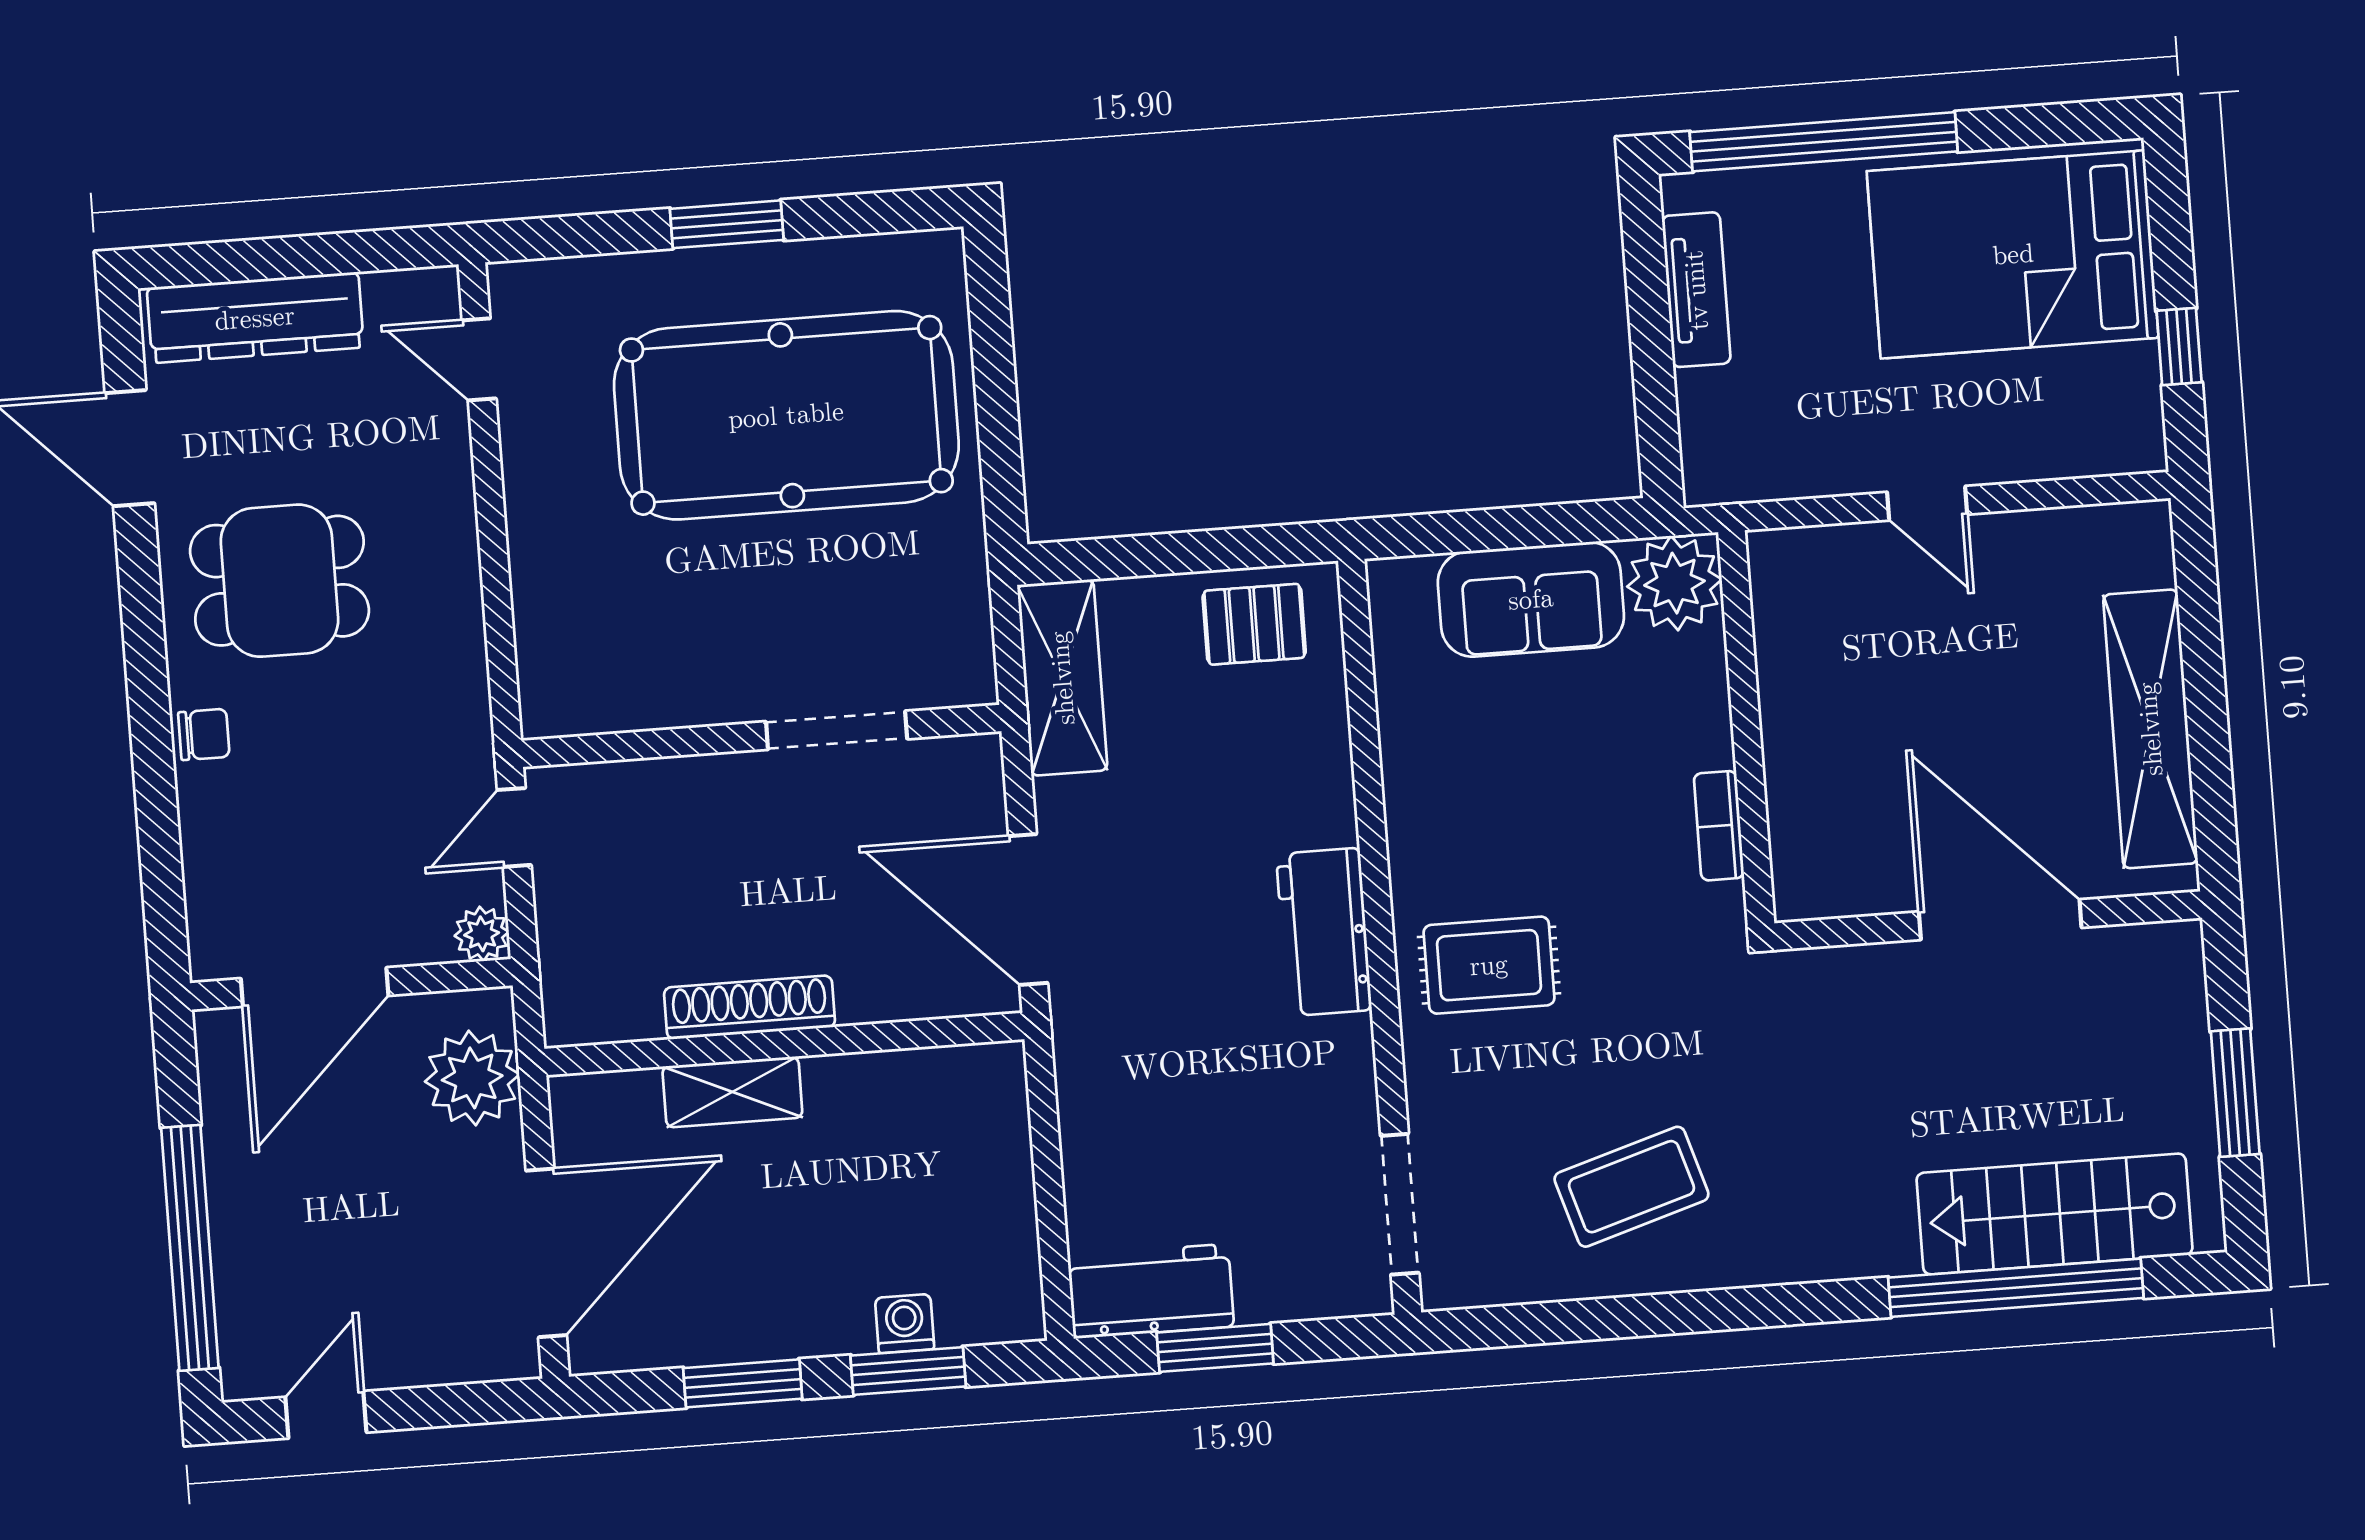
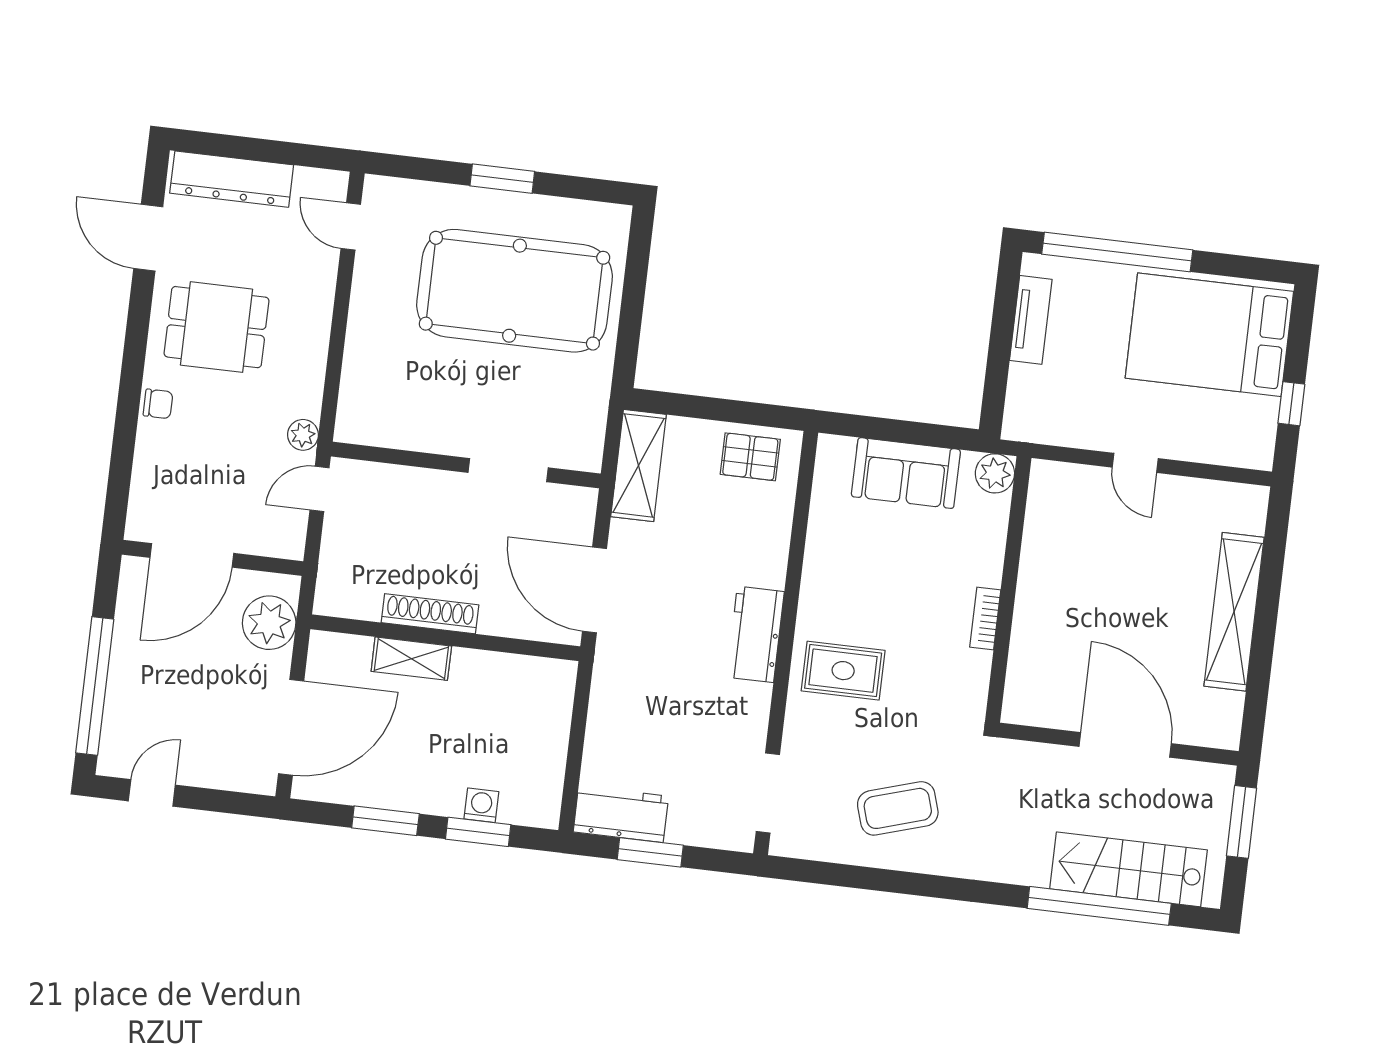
plant: (1675, 583) -> (995, 473), width x0.73, depth x0.73
door: (2000, 920) -> (1125, 745), moved
wall: (1988, 921) -> (1118, 744), moved
plant: (482, 934) -> (303, 435), moved

